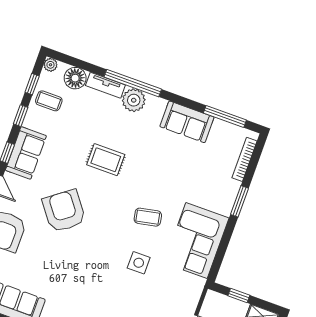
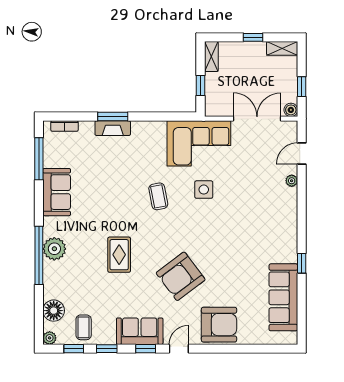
tv unit: (105, 85) -> (50, 280), removed
bookcase: (244, 159) -> (65, 126), width x0.64
fireplace: (228, 197) -> (113, 128), added
corner sofa: (197, 240) -> (199, 143), moved

